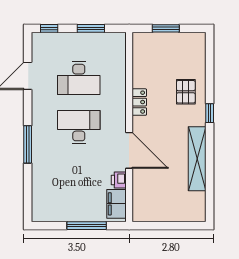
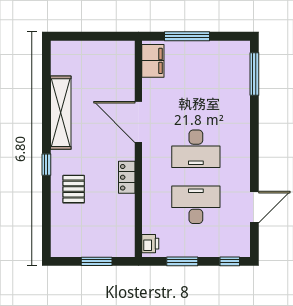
window: (28, 144) -> (254, 74), moved
printer: (119, 180) -> (150, 244), moved

